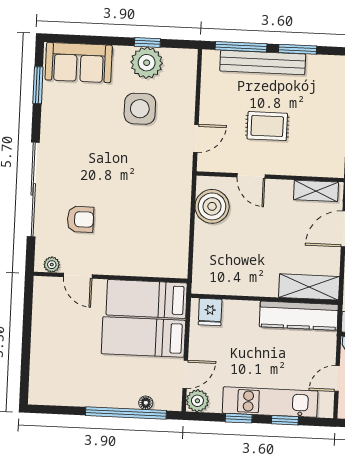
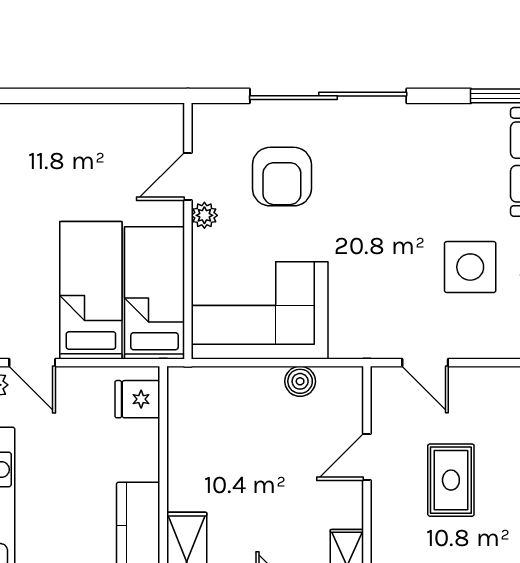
boiler: (212, 206) -> (300, 381), width x0.54, depth x0.54
armchair: (80, 219) -> (282, 177), width x1.38, depth x1.38
corner sofa: (160, 236) -> (260, 310), added
plant: (52, 265) -> (204, 215), moved

